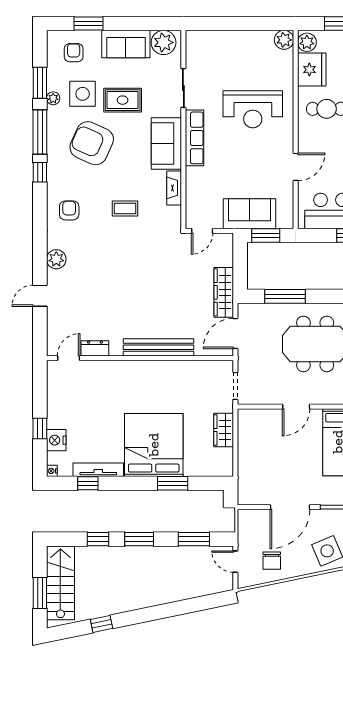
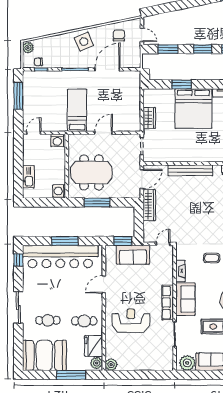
window: (285, 296) -> (97, 202), moved

